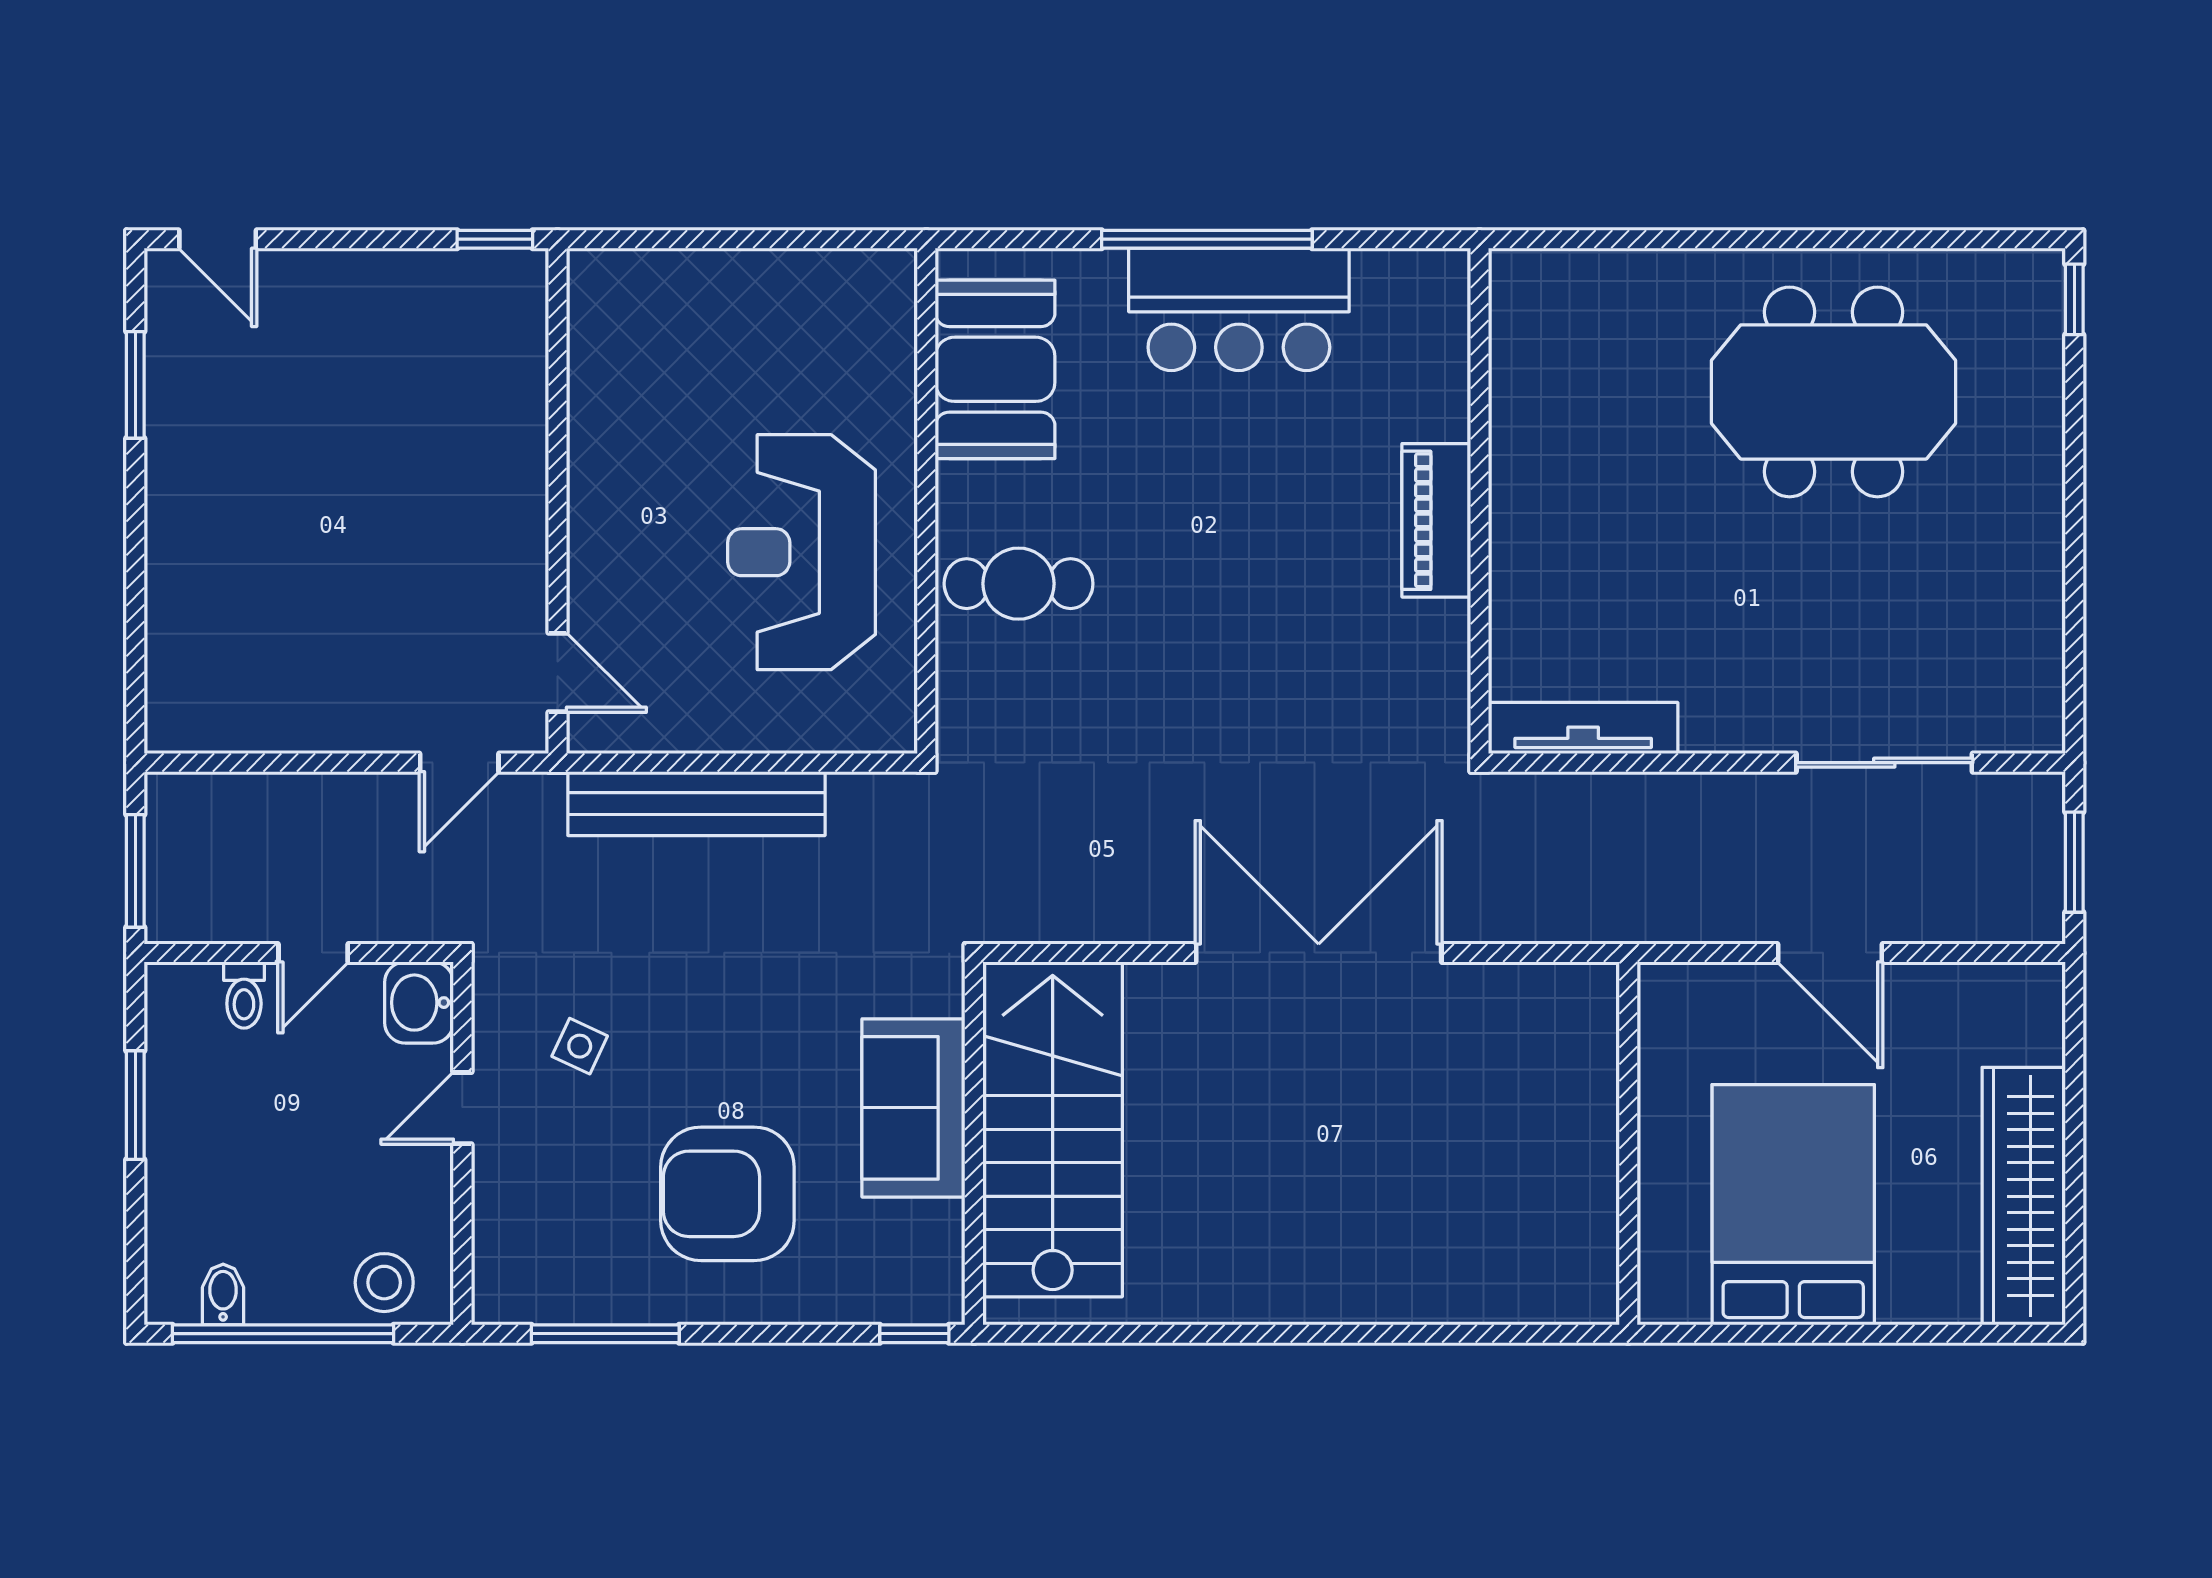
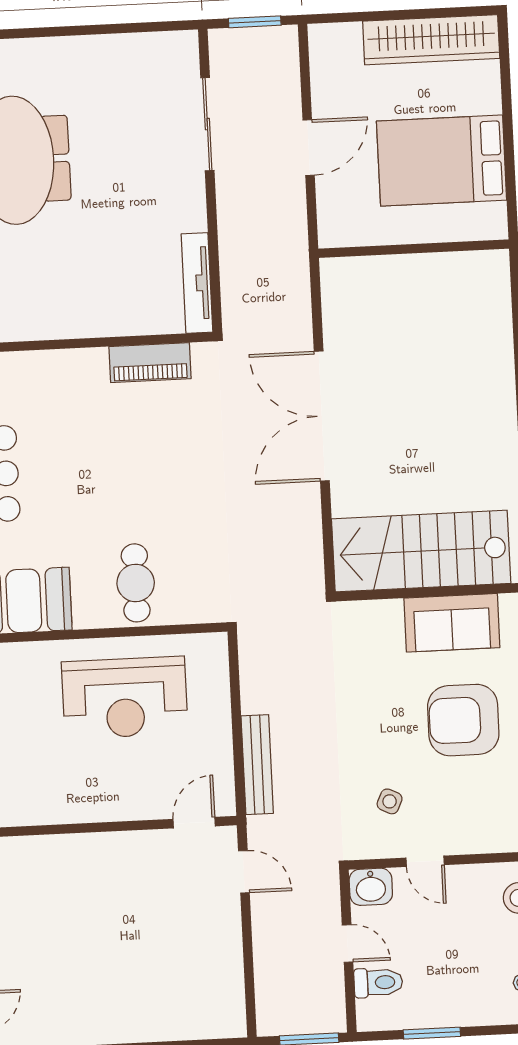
piano: (1436, 520) -> (150, 363), moved
bench: (696, 804) -> (257, 765), width x0.73, depth x0.82
toilet: (244, 995) -> (378, 982), width x1.37, depth x1.39
sofa: (913, 1108) -> (452, 623), moved
armchair: (727, 1194) -> (463, 720), turned 90

